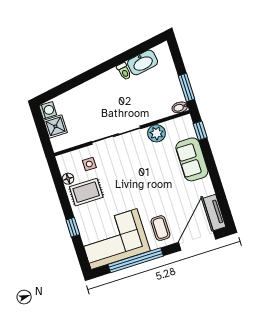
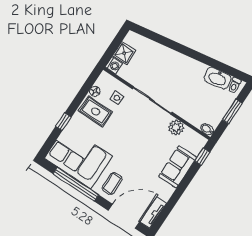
toilet: (124, 71) -> (235, 85), moved
window: (186, 87) -> (232, 111), moved
washing machine: (48, 110) -> (114, 65), moved

